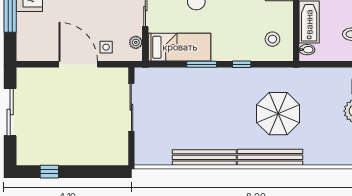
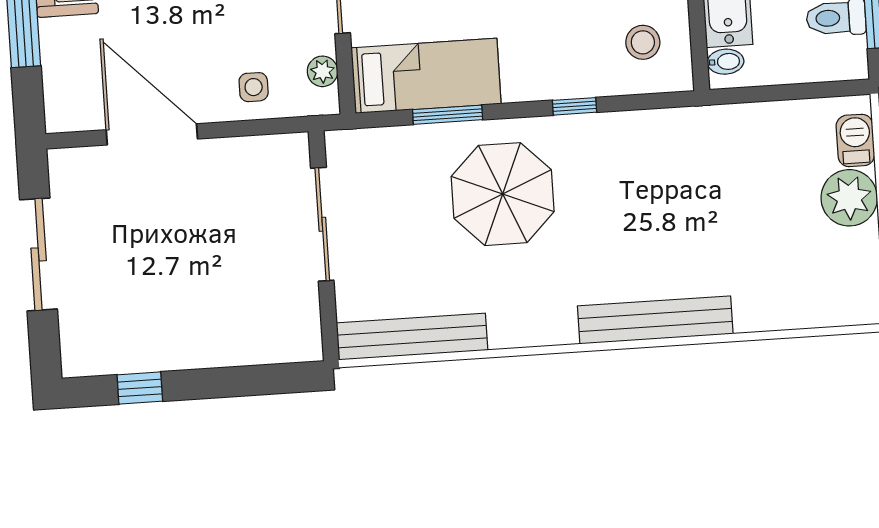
door: (78, 64) -> (152, 134), moved
window: (202, 64) -> (448, 115), moved
parasol: (278, 114) -> (503, 194), moved
bench: (204, 157) -> (412, 337), moved

